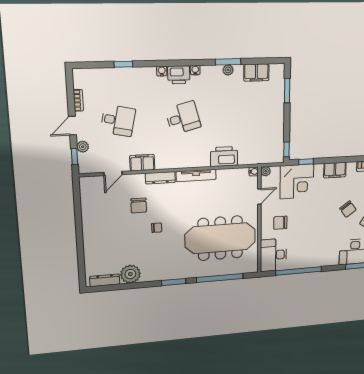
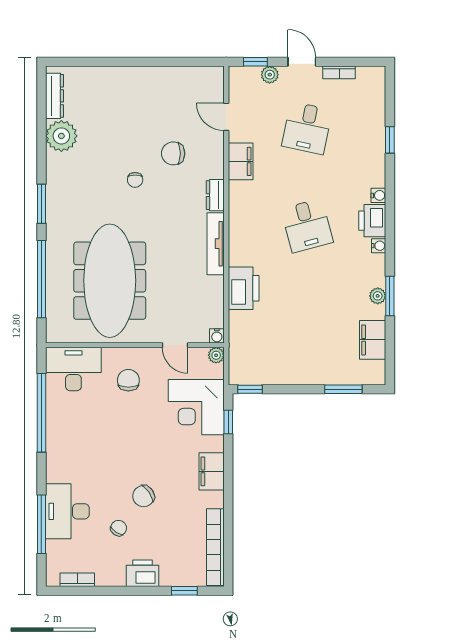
dresser: (160, 178) -> (215, 195), width x0.70

